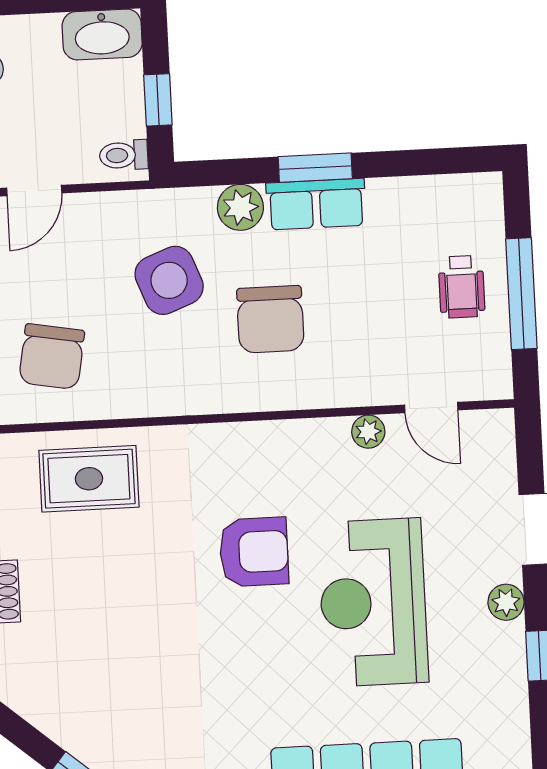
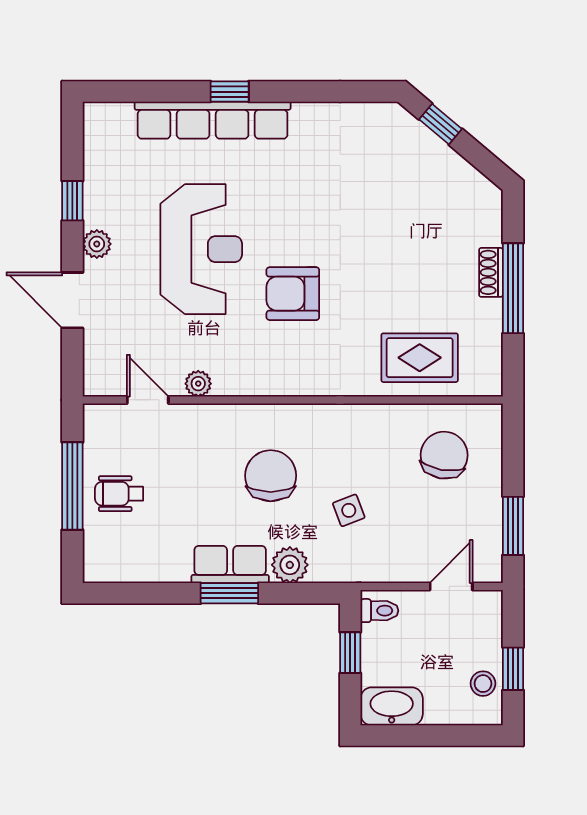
side table: (169, 280) -> (349, 510), width x0.54, depth x0.54
wheelchair: (462, 287) -> (119, 494), turned -90

